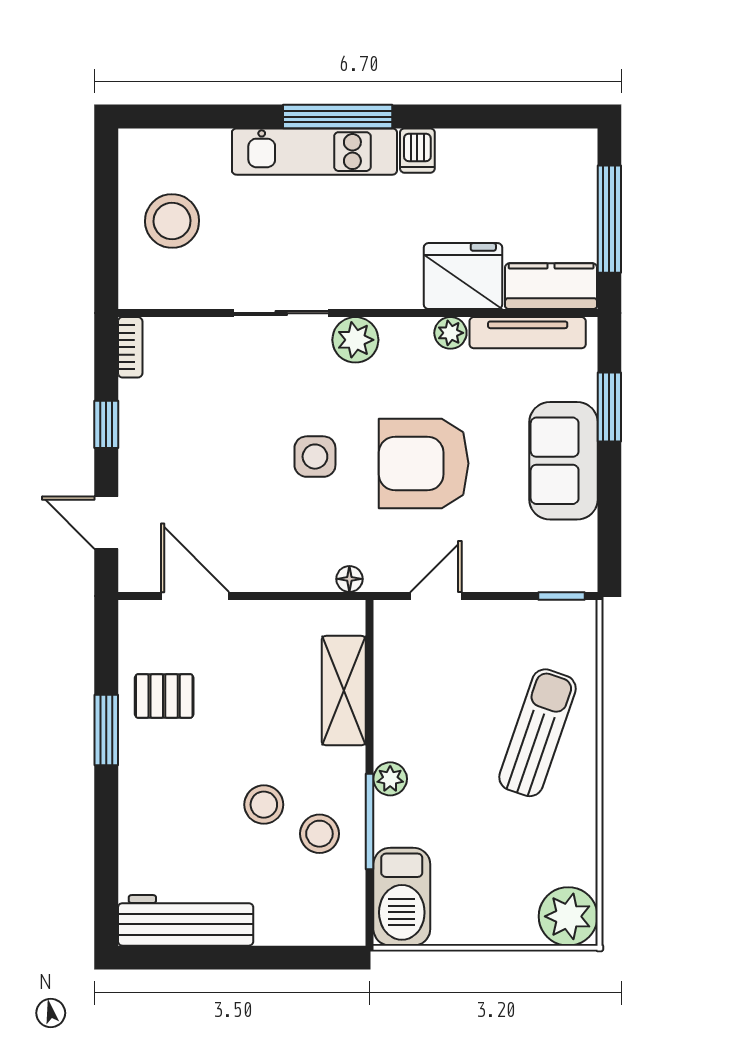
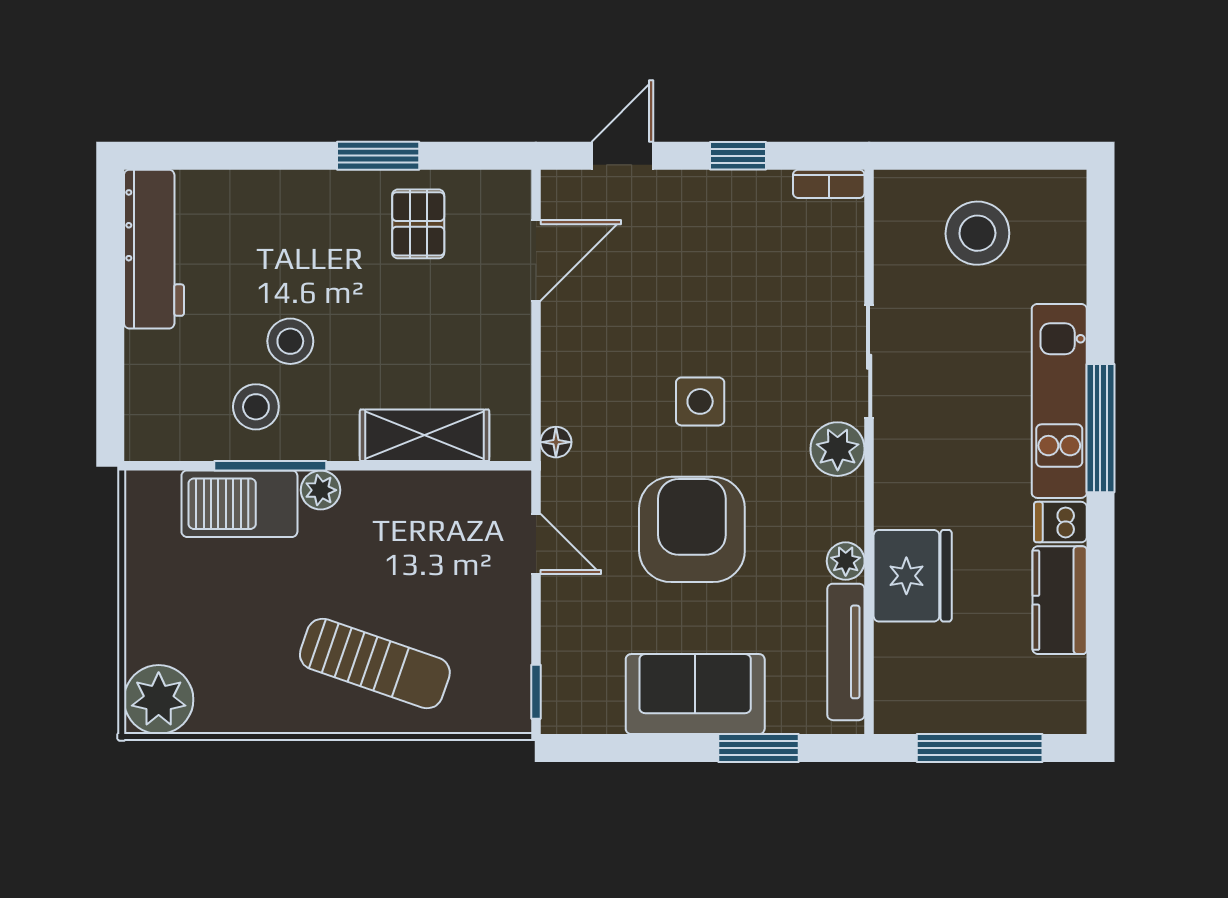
kitchen counter: (551, 286) -> (1060, 600), moved, turned 180
barbecue: (402, 897) -> (239, 504), moved

